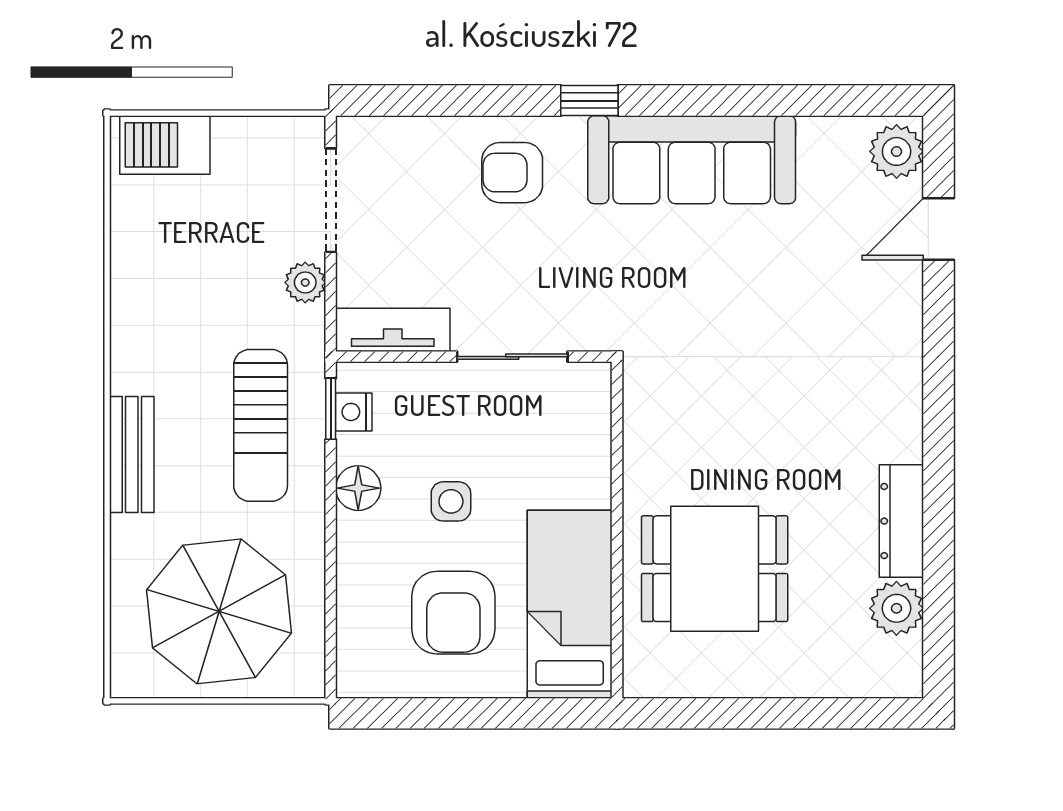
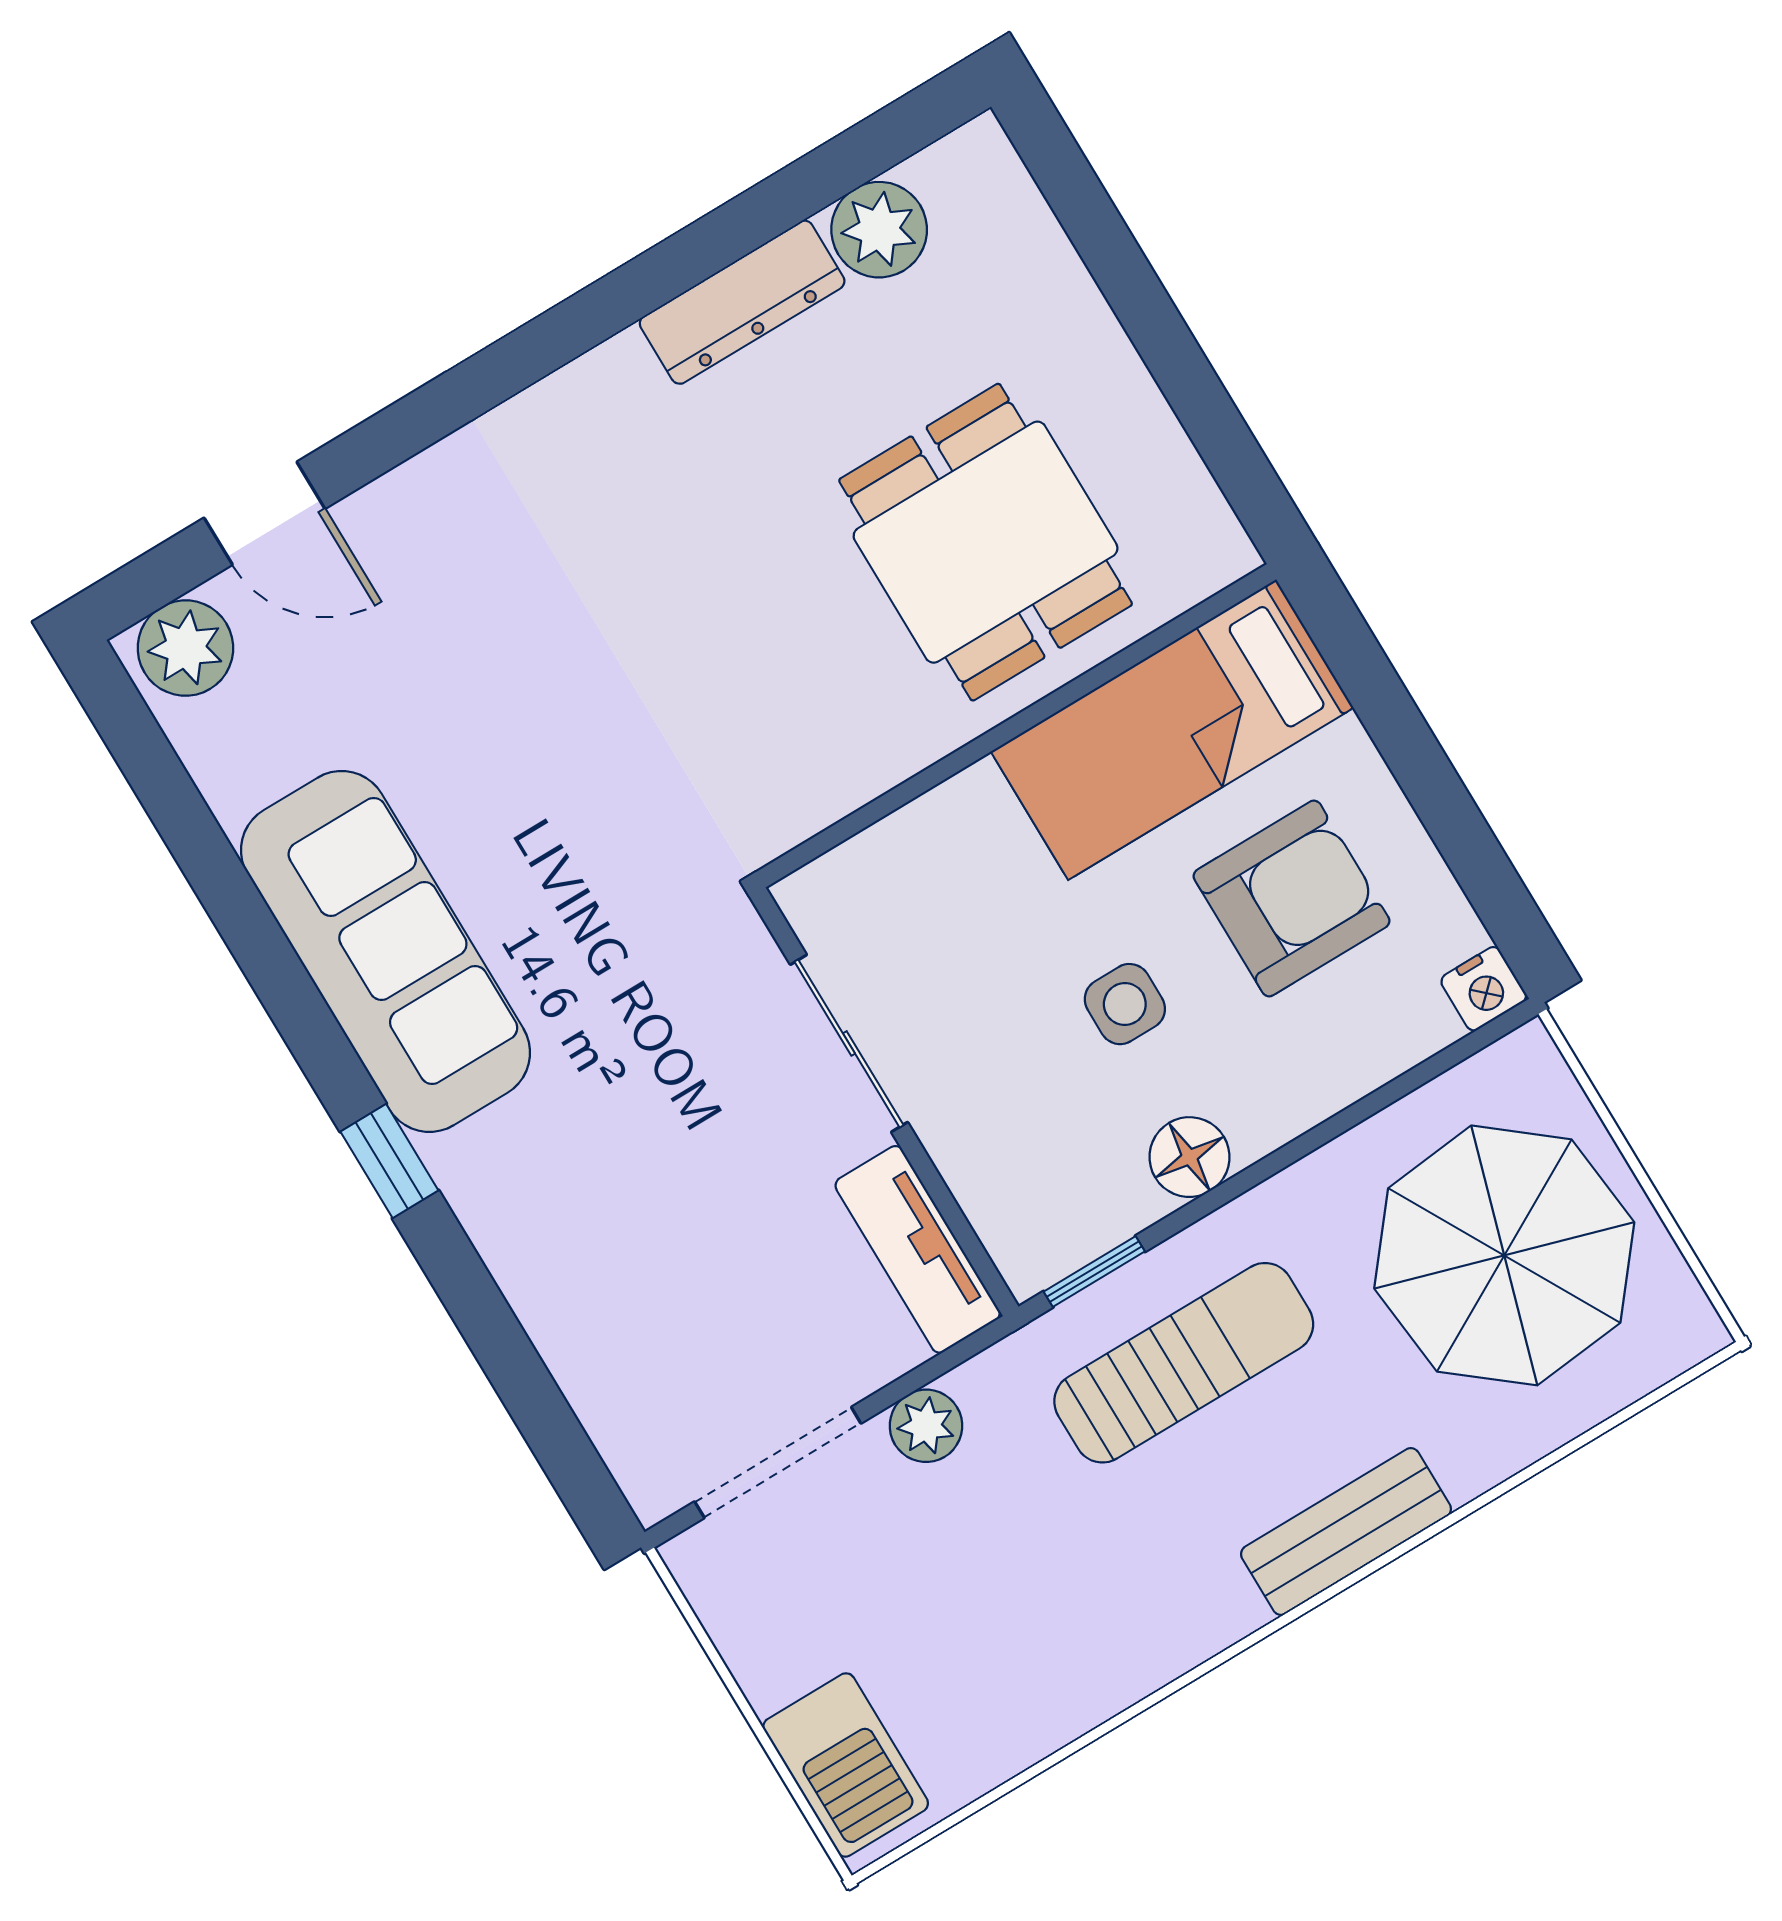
armchair: (512, 173) -> (569, 1212), removed
nightstand: (354, 412) -> (1484, 989), moved

